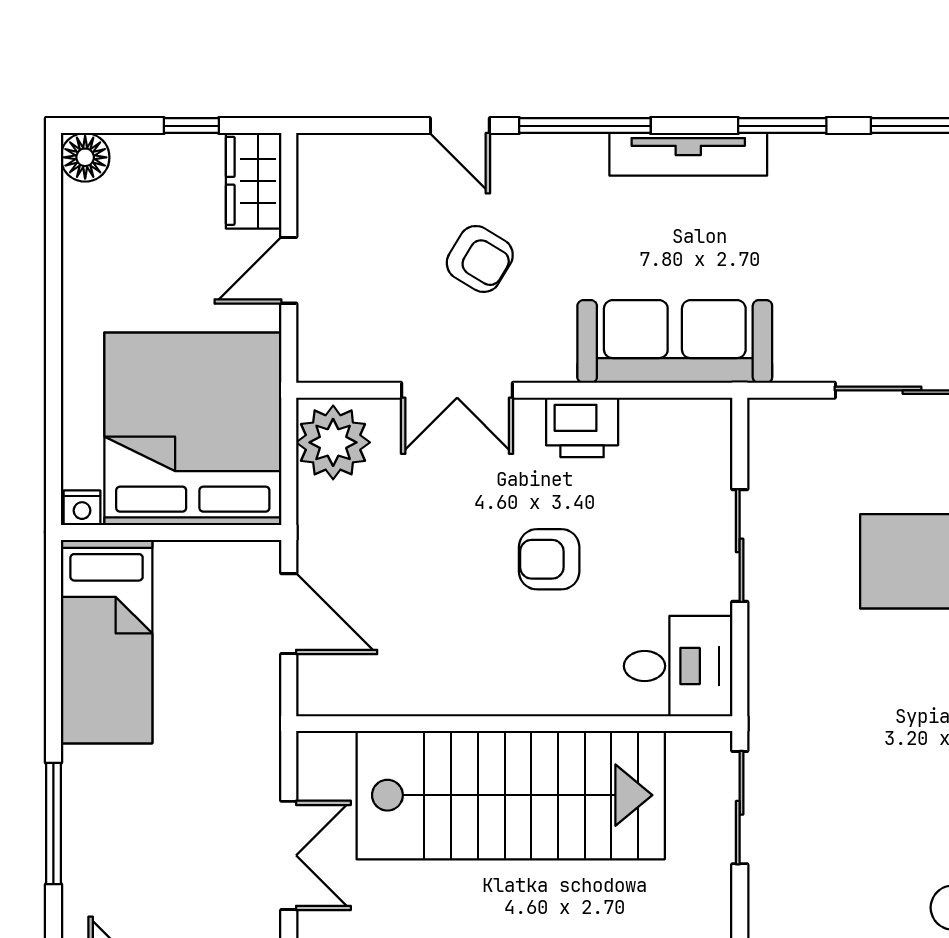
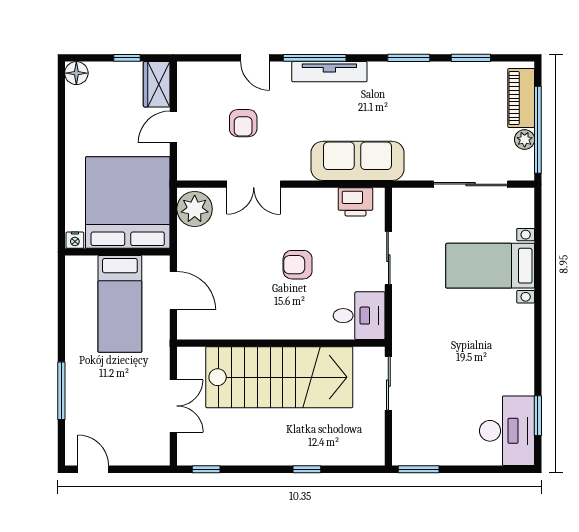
tv unit: (688, 154) -> (329, 72), moved
armchair: (480, 259) -> (243, 123), moved, turned 59
printer: (582, 427) -> (355, 202), moved
bed: (107, 642) -> (120, 304), moved

